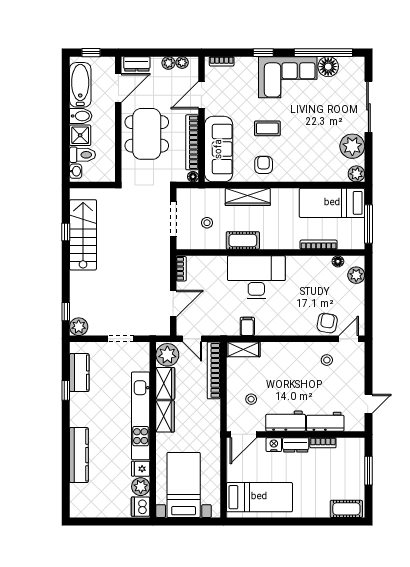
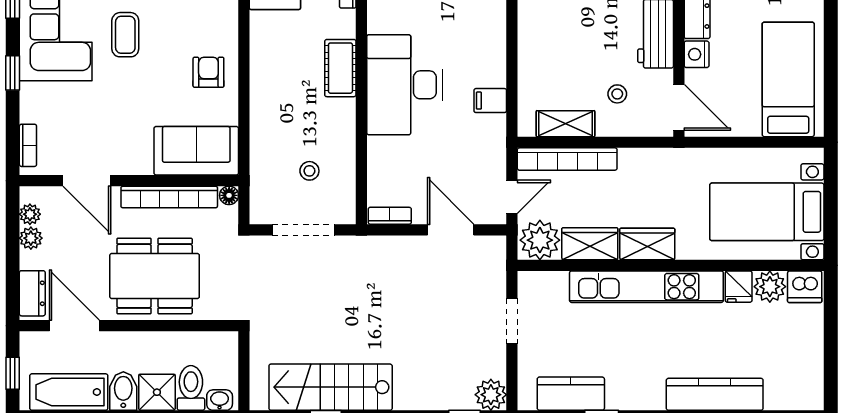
coffee table: (267, 128) -> (125, 35), moved
sofa: (219, 149) -> (196, 151), width x0.73
armchair: (264, 165) -> (208, 72), turned 90
wardrobe: (248, 197) -> (264, 100), removed
cot: (243, 240) -> (340, 68), moved
shelving: (243, 349) -> (565, 124), moved, turned 90

